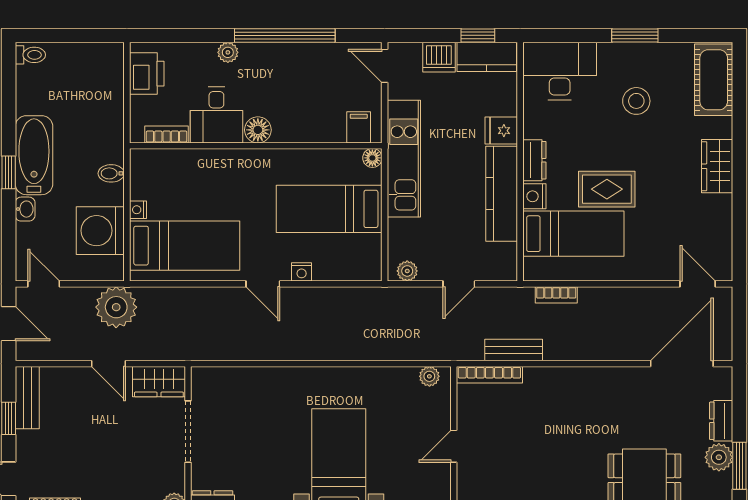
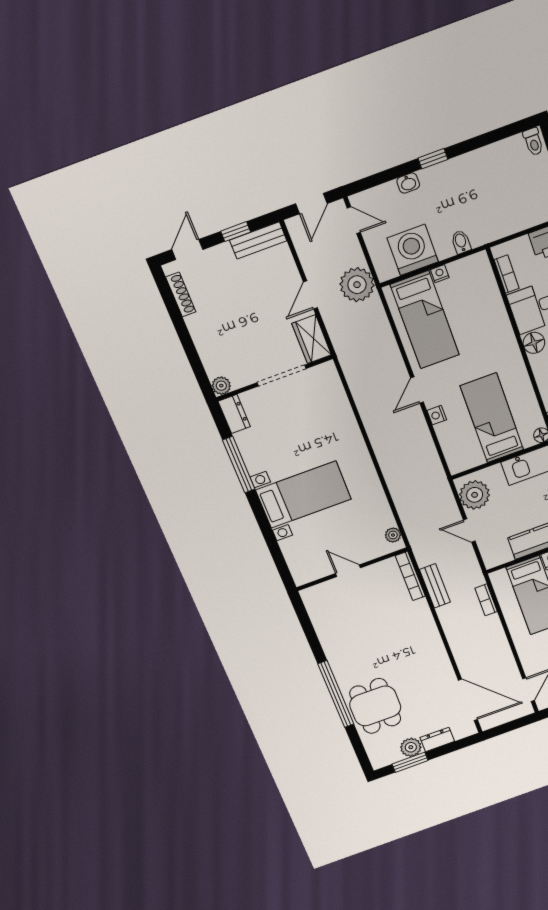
bathtub: (34, 155) -> (454, 174), removed
plant: (407, 271) -> (475, 495), width x1.88, depth x1.88
door: (44, 284) -> (354, 220), hinge flipped

